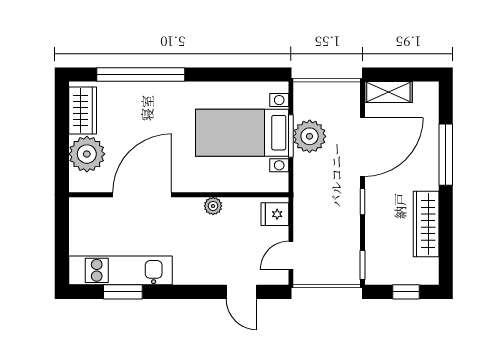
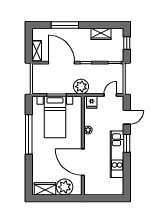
window: (141, 74) -> (29, 134), moved
plant: (310, 136) -> (81, 87), moved
wardrobe: (426, 224) -> (101, 34), width x0.67
door: (291, 255) -> (110, 95), swing flipped
kitchen unit: (121, 270) -> (117, 154), moved
window: (123, 292) -> (127, 143), moved

